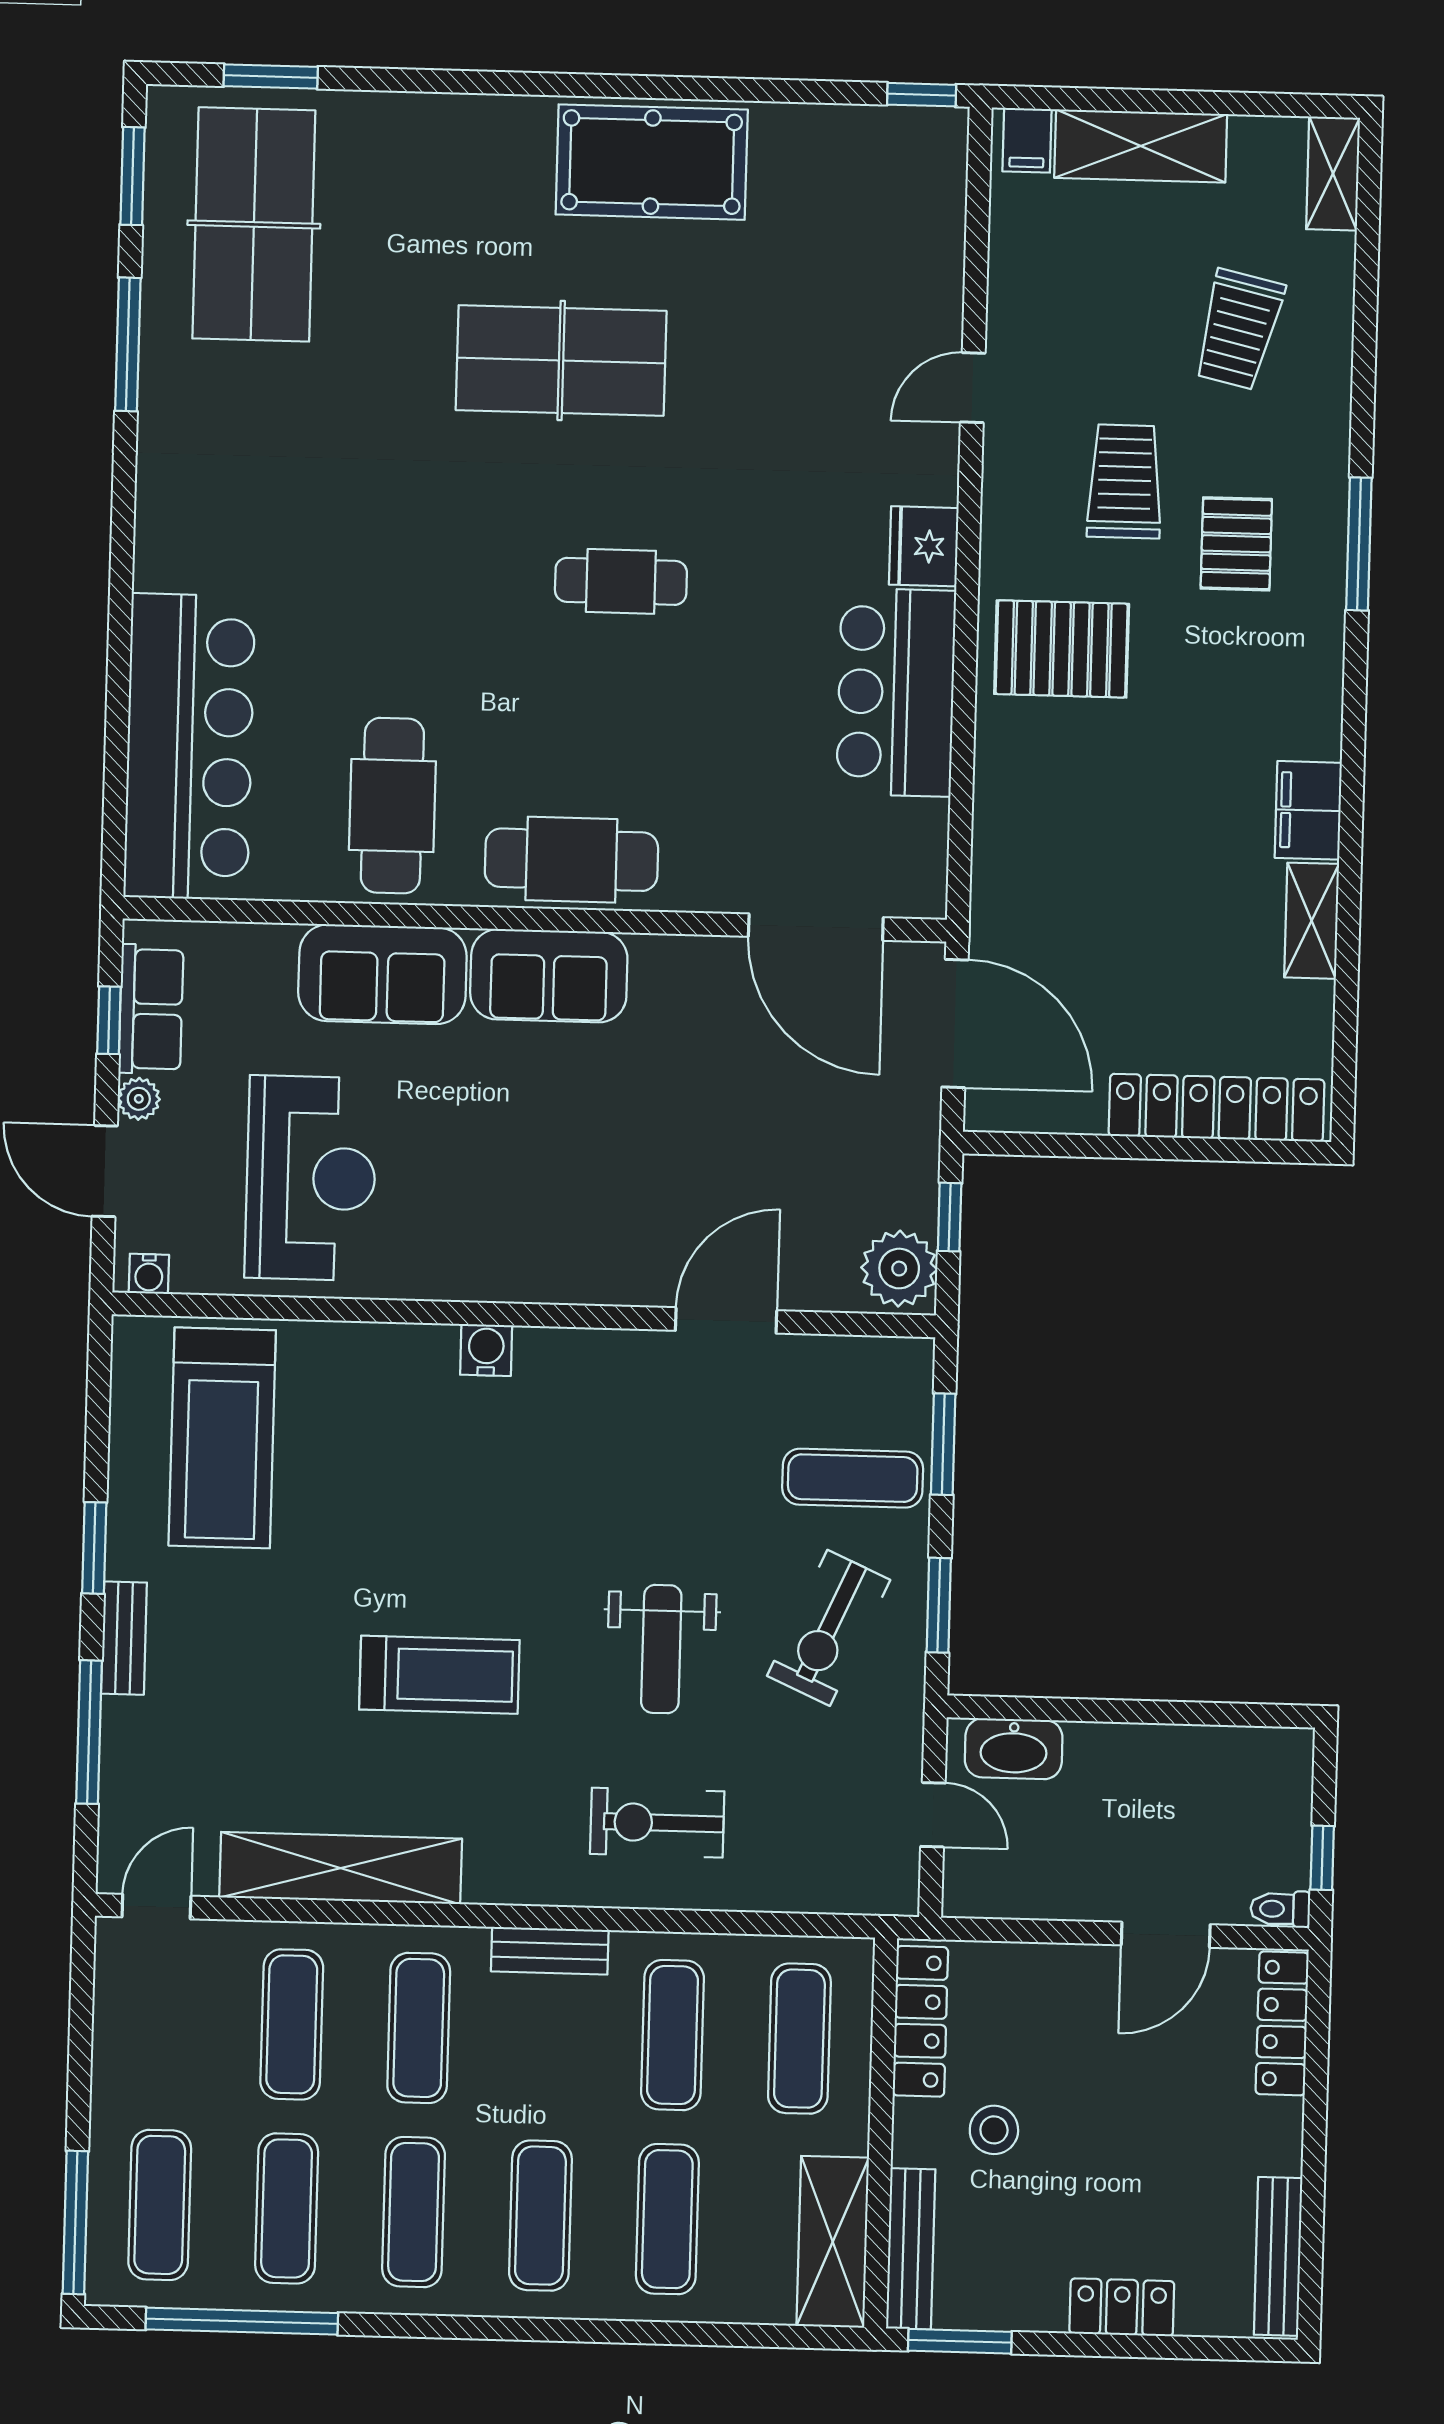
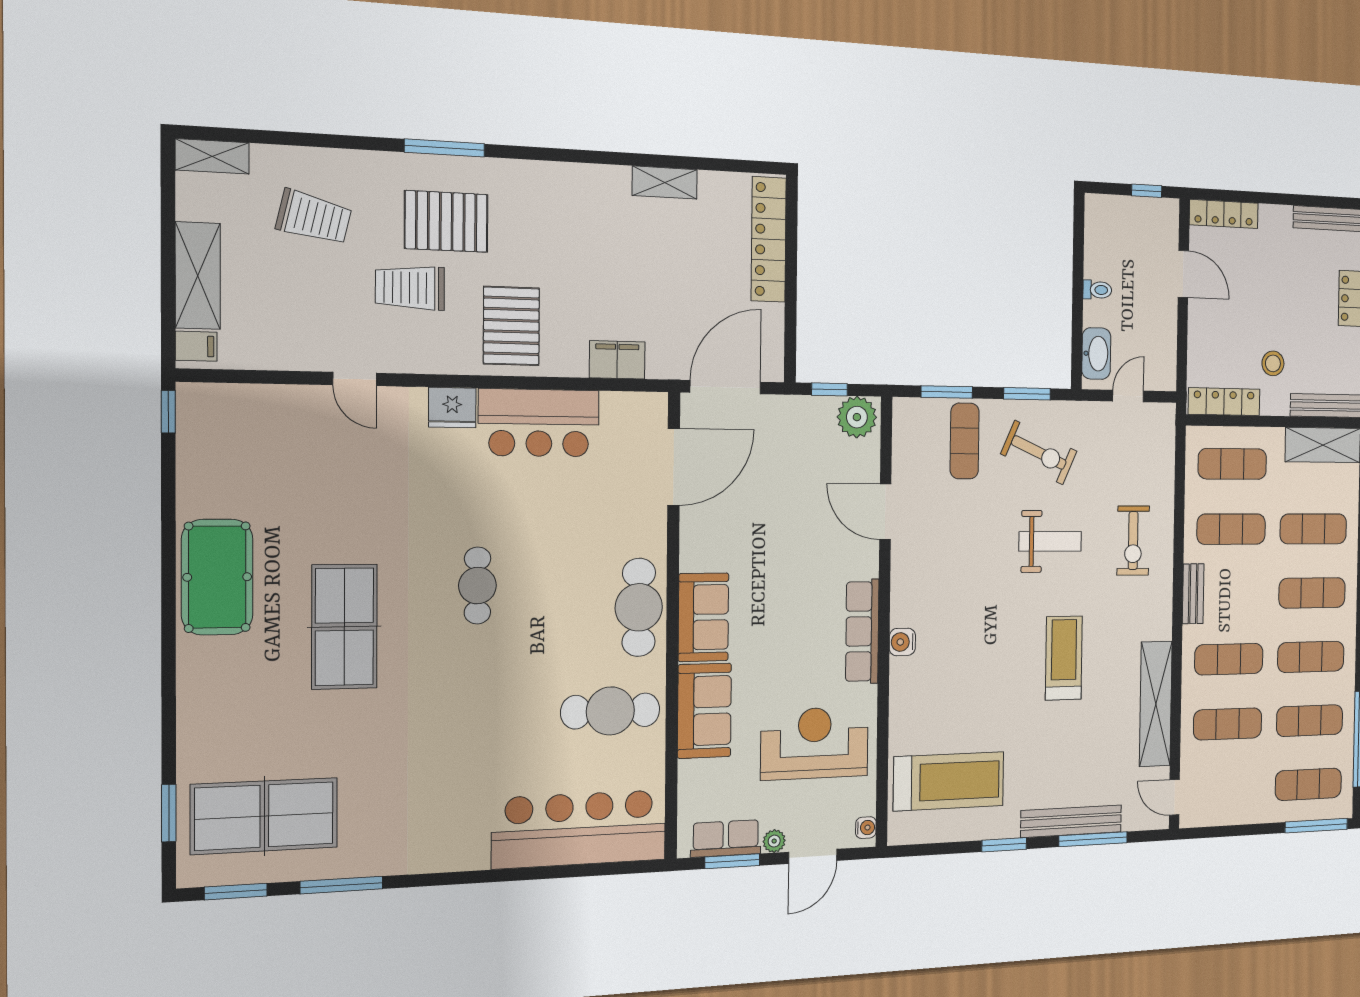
pallet: (1236, 544) -> (446, 221), width x1.50, depth x1.42
filing cabinet: (1308, 810) -> (617, 360), moved, turned 180
window: (109, 1020) -> (732, 861), width x1.50
row of seats: (509, 1273) -> (862, 631), added
bench: (124, 1638) -> (1071, 821), width x1.86, depth x1.21
toilet: (1280, 1909) -> (1097, 290), moved, turned -90

